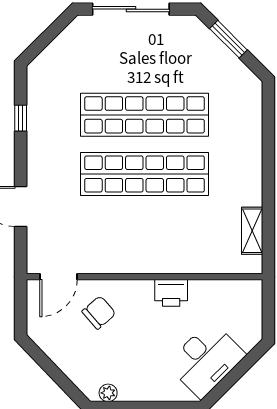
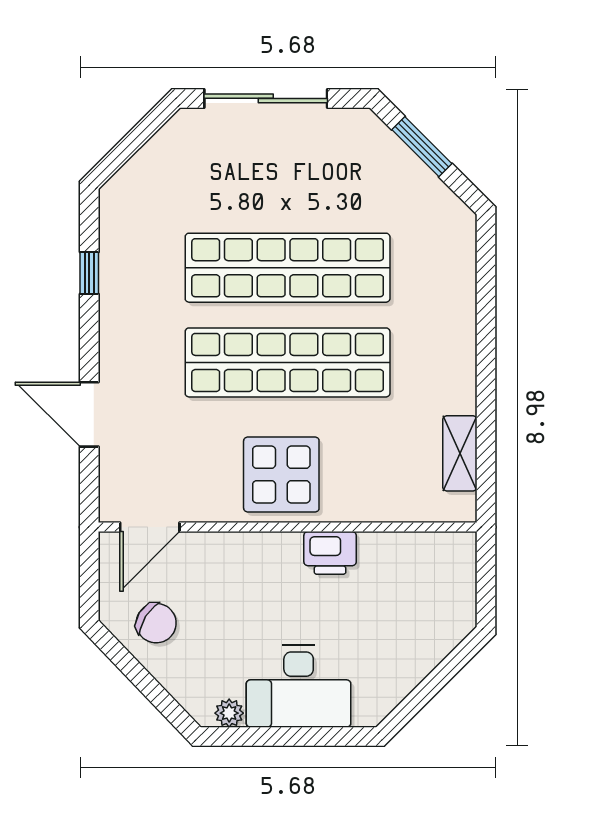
display table: (141, 244) -> (281, 474), added
chair: (99, 313) -> (156, 623), moved, turned 73
desk: (206, 359) -> (299, 686), moved, turned 45

